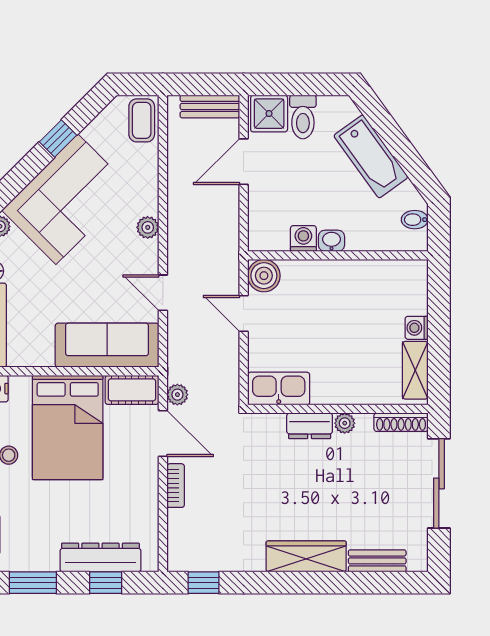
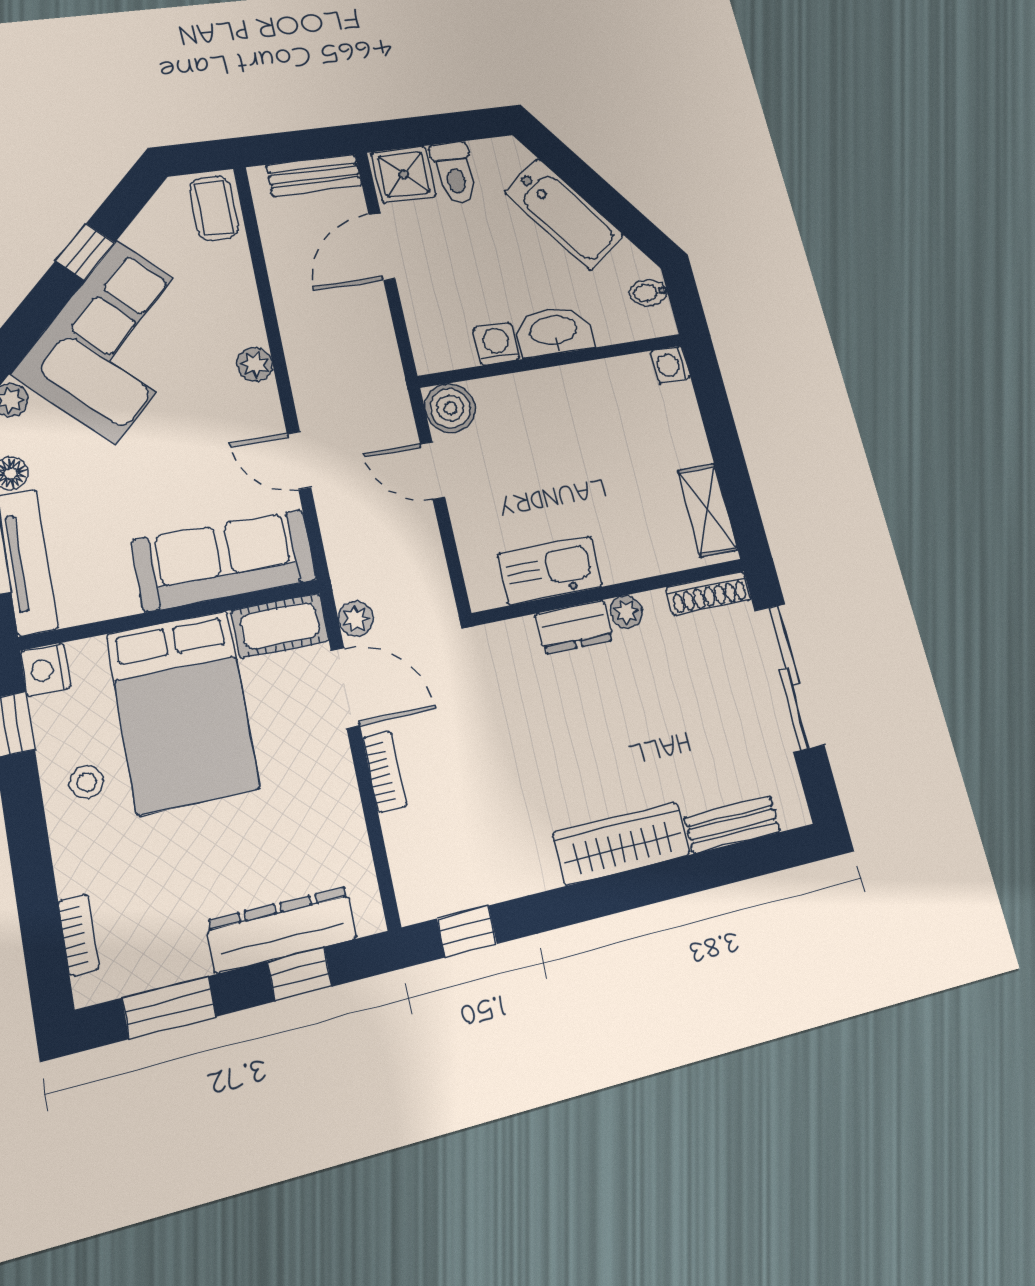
washbasin: (331, 241) -> (554, 331), width x1.91, depth x1.45
washing machine: (417, 328) -> (670, 365), moved
kitchen sink: (279, 389) -> (550, 570), moved

